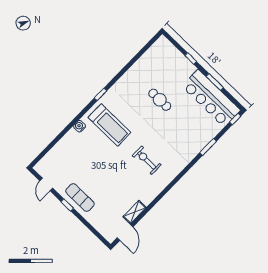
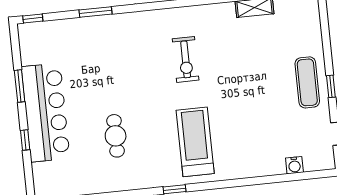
bar counter: (211, 98) -> (46, 113), moved
cafe table: (160, 100) -> (116, 136), moved
water cooler: (80, 126) -> (294, 165), moved

